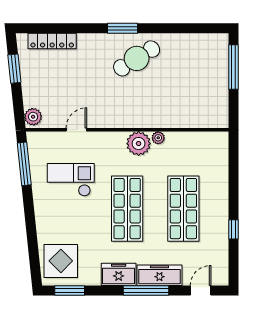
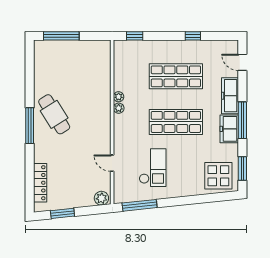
window: (123, 28) -> (30, 126), width x1.44
plant: (139, 144) -> (119, 108), width x0.53, depth x0.53
window: (233, 158) -> (135, 36), added
checkout: (71, 180) -> (153, 168), turned 180
window: (146, 291) -> (242, 120), moved

